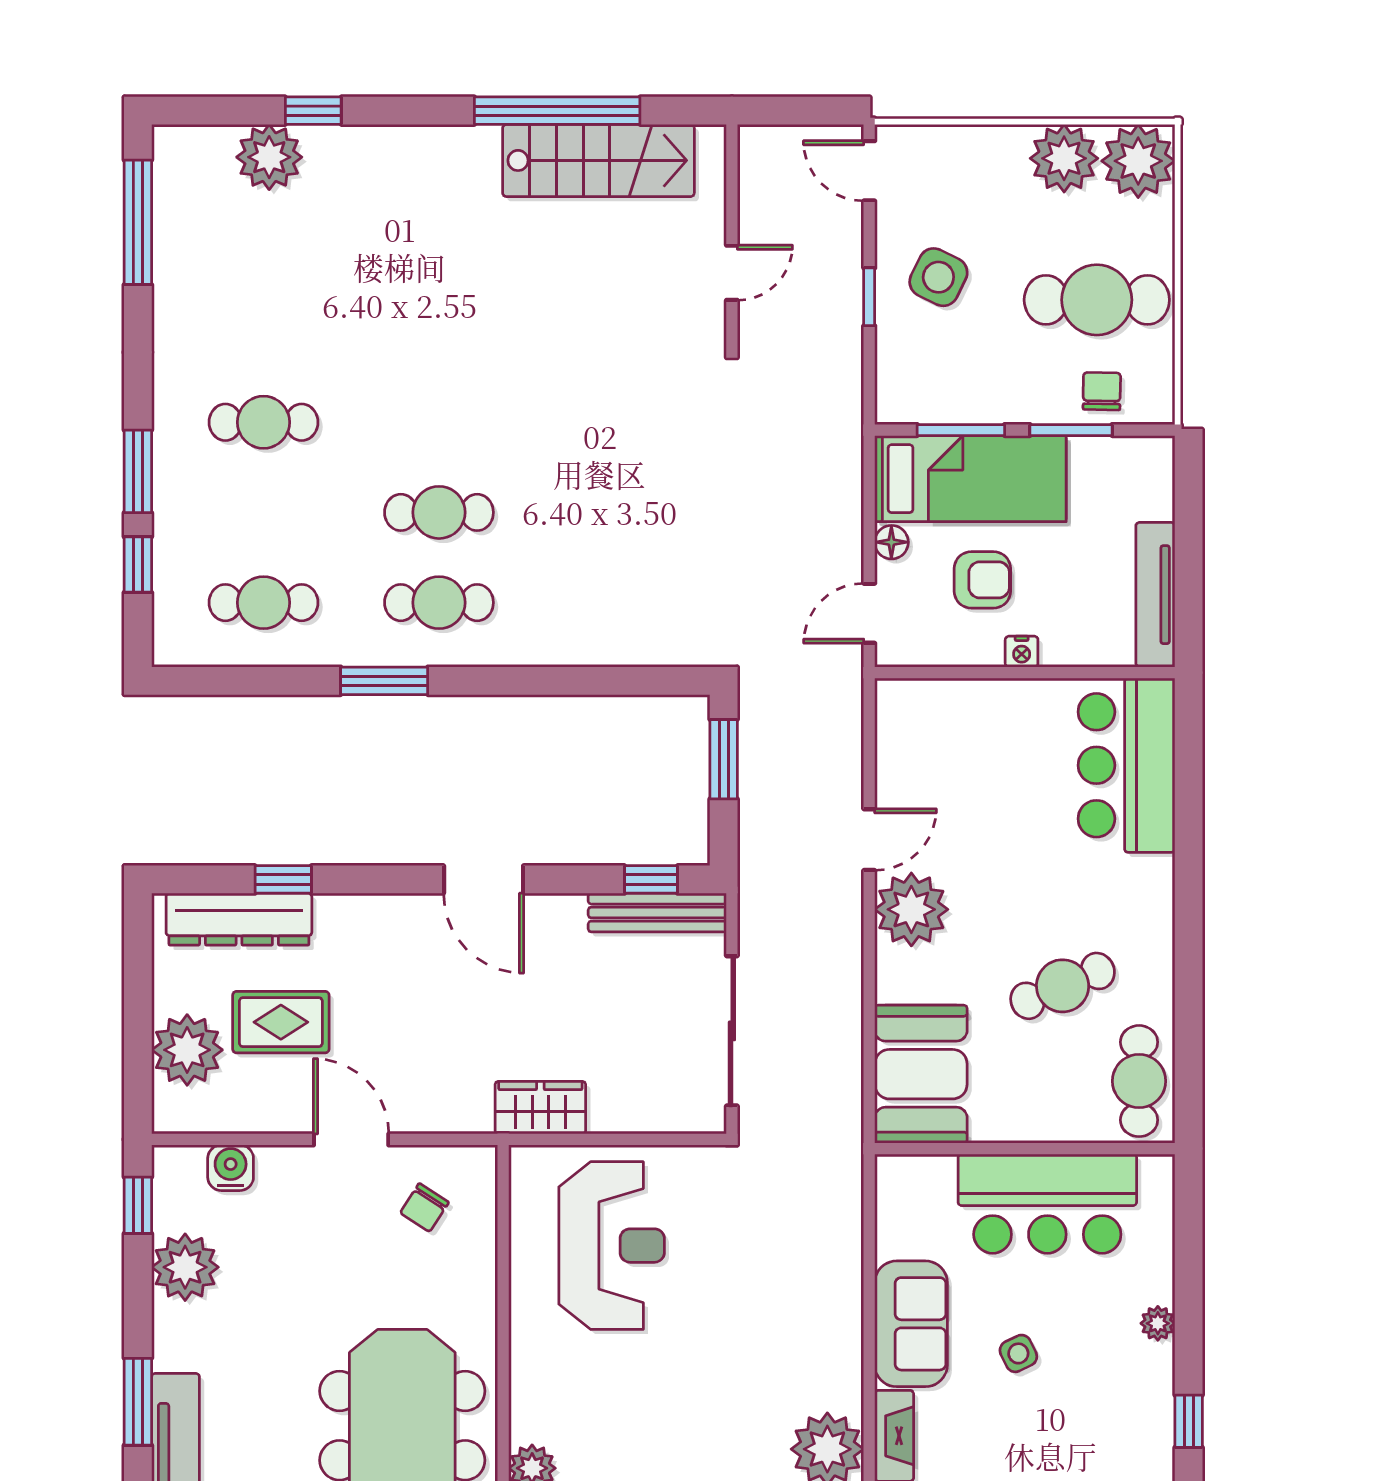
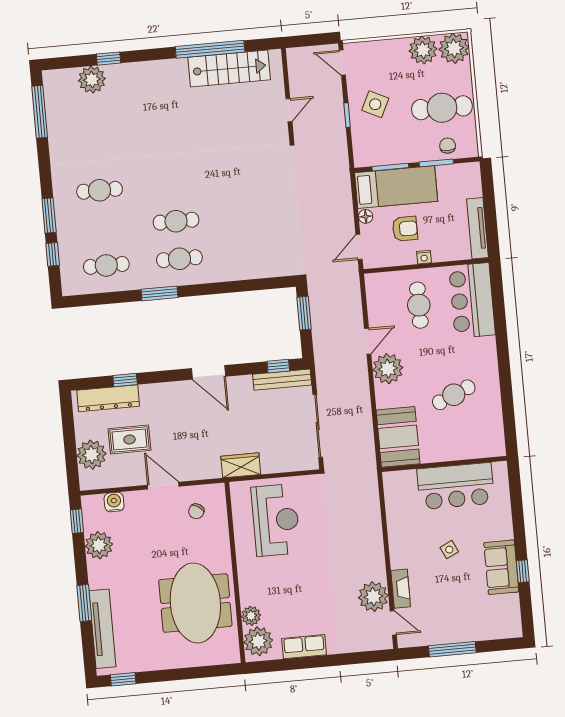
cafe table: (1139, 1081) -> (419, 305), moved
plant: (1158, 1323) -> (506, 532), removed
sofa: (911, 1324) -> (501, 567), moved, turned 180

